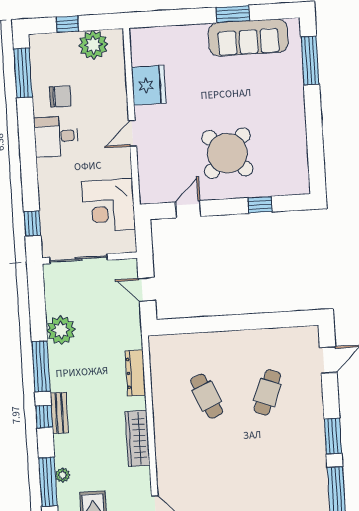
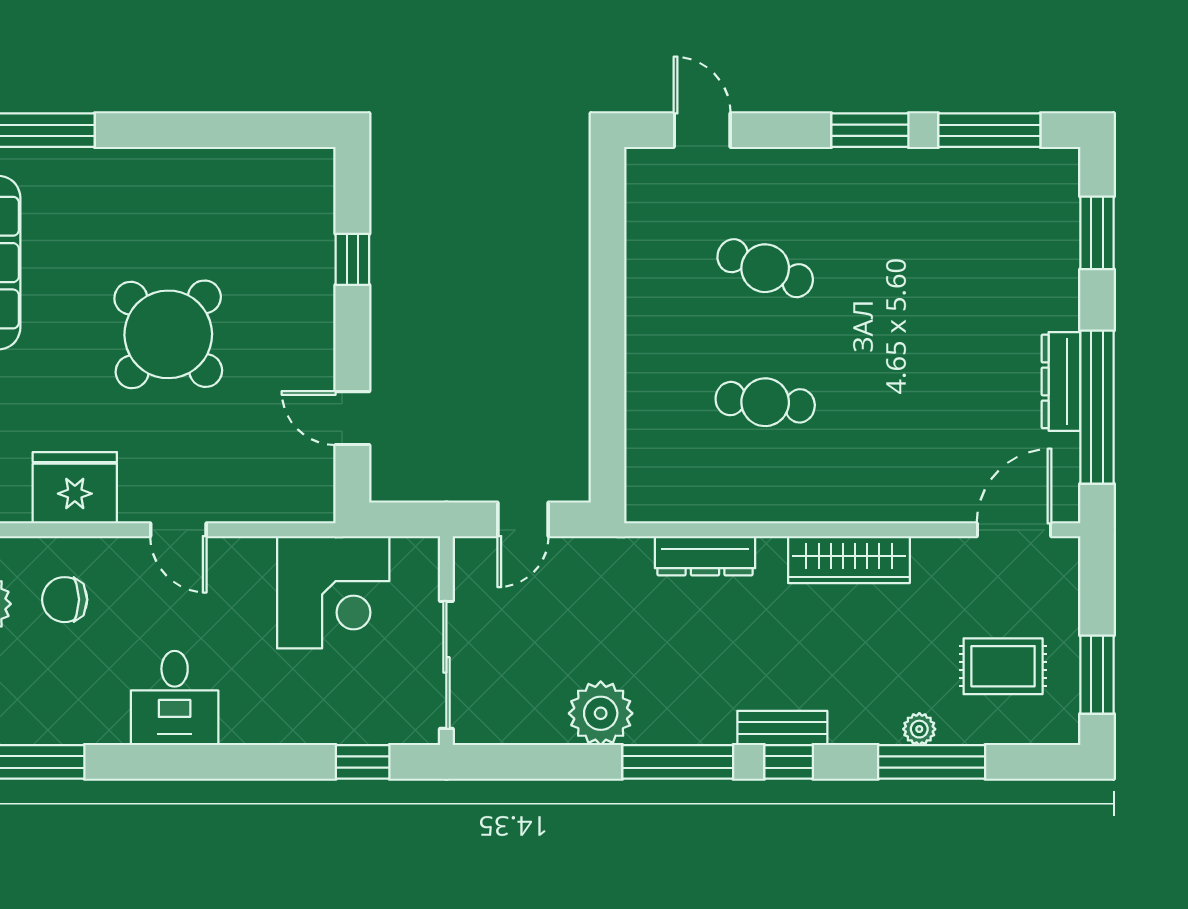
chair: (60, 96) -> (65, 600), moved, turned -90
round table: (227, 153) -> (168, 334), moved
cafe table: (207, 396) -> (765, 402), turned 30

